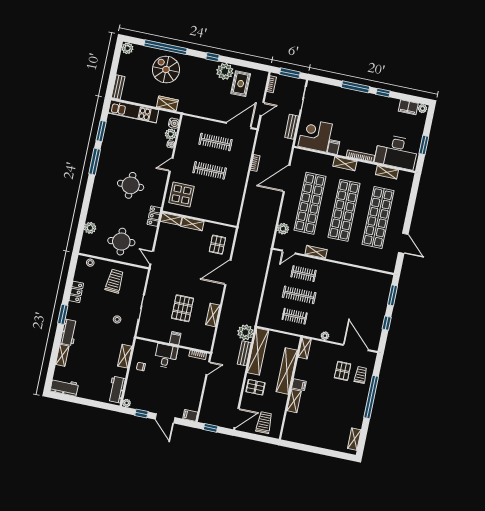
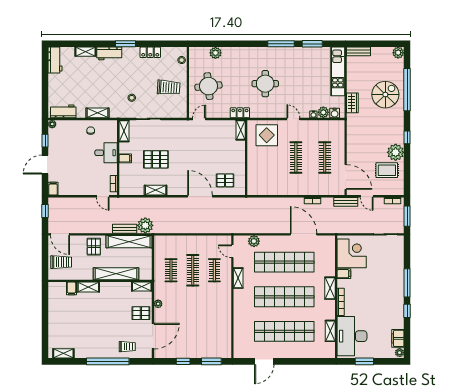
bench: (292, 127) -> (346, 202), moved
shelving: (192, 224) -> (124, 131), moved
pallet: (343, 371) -> (141, 313), moved
filing cabinet: (299, 385) -> (71, 288), moved

